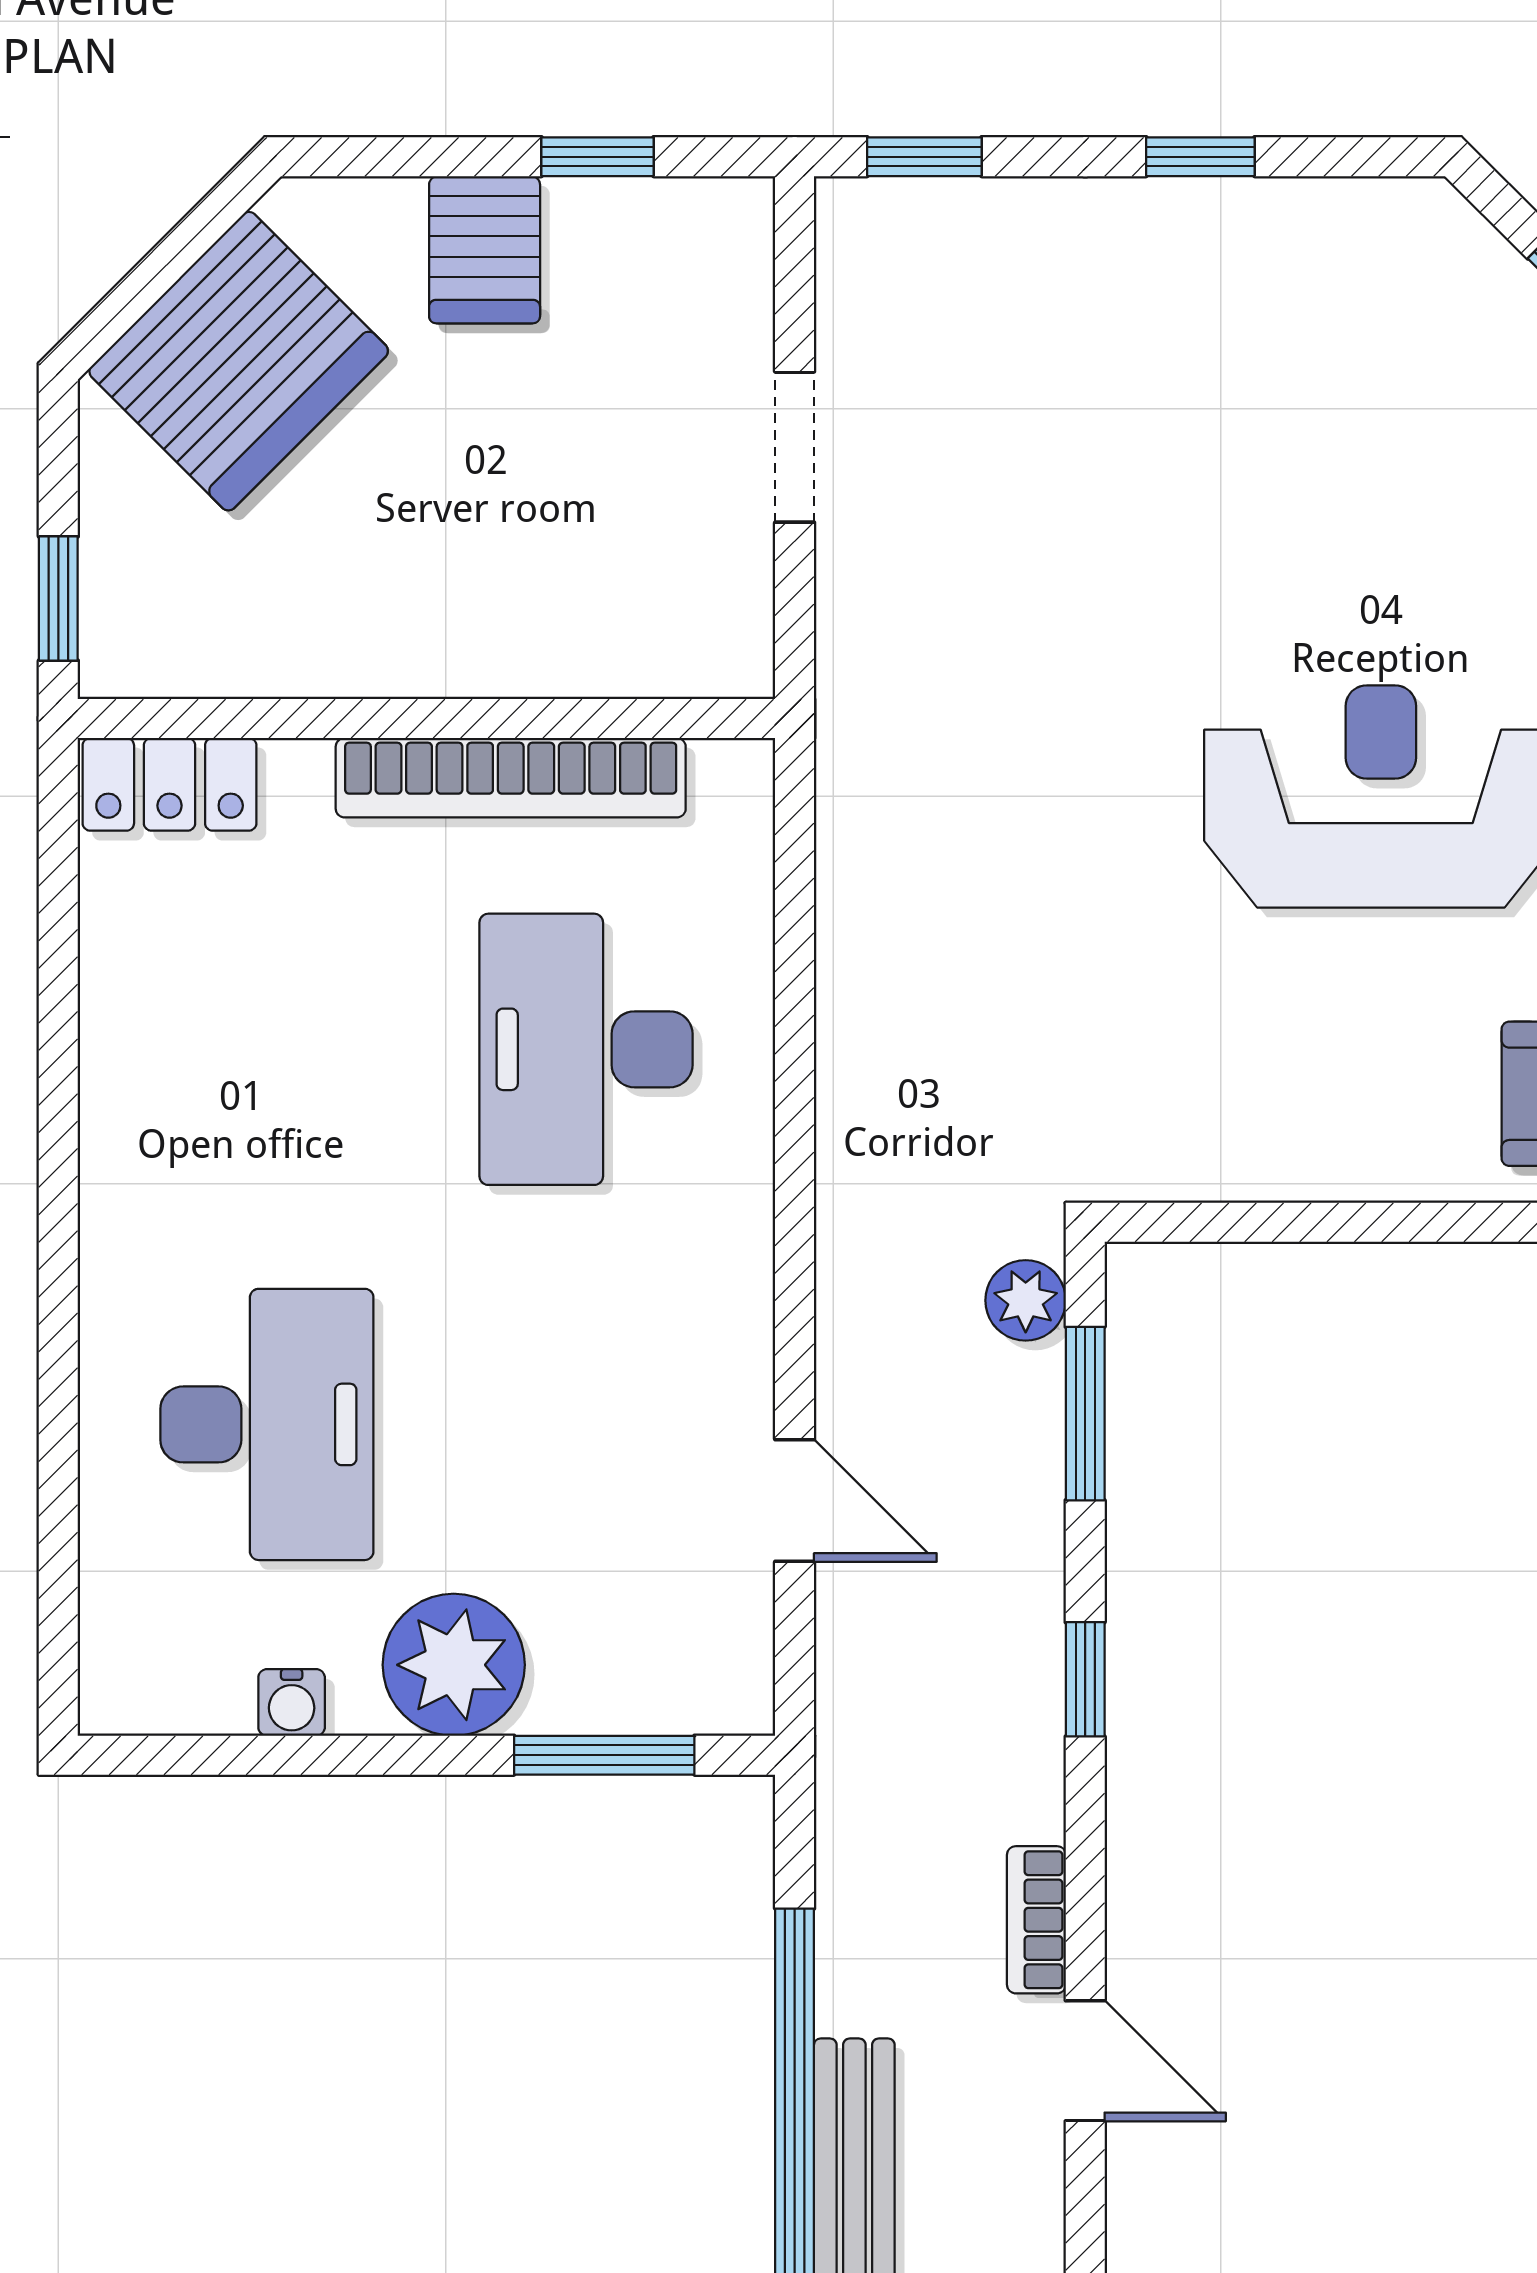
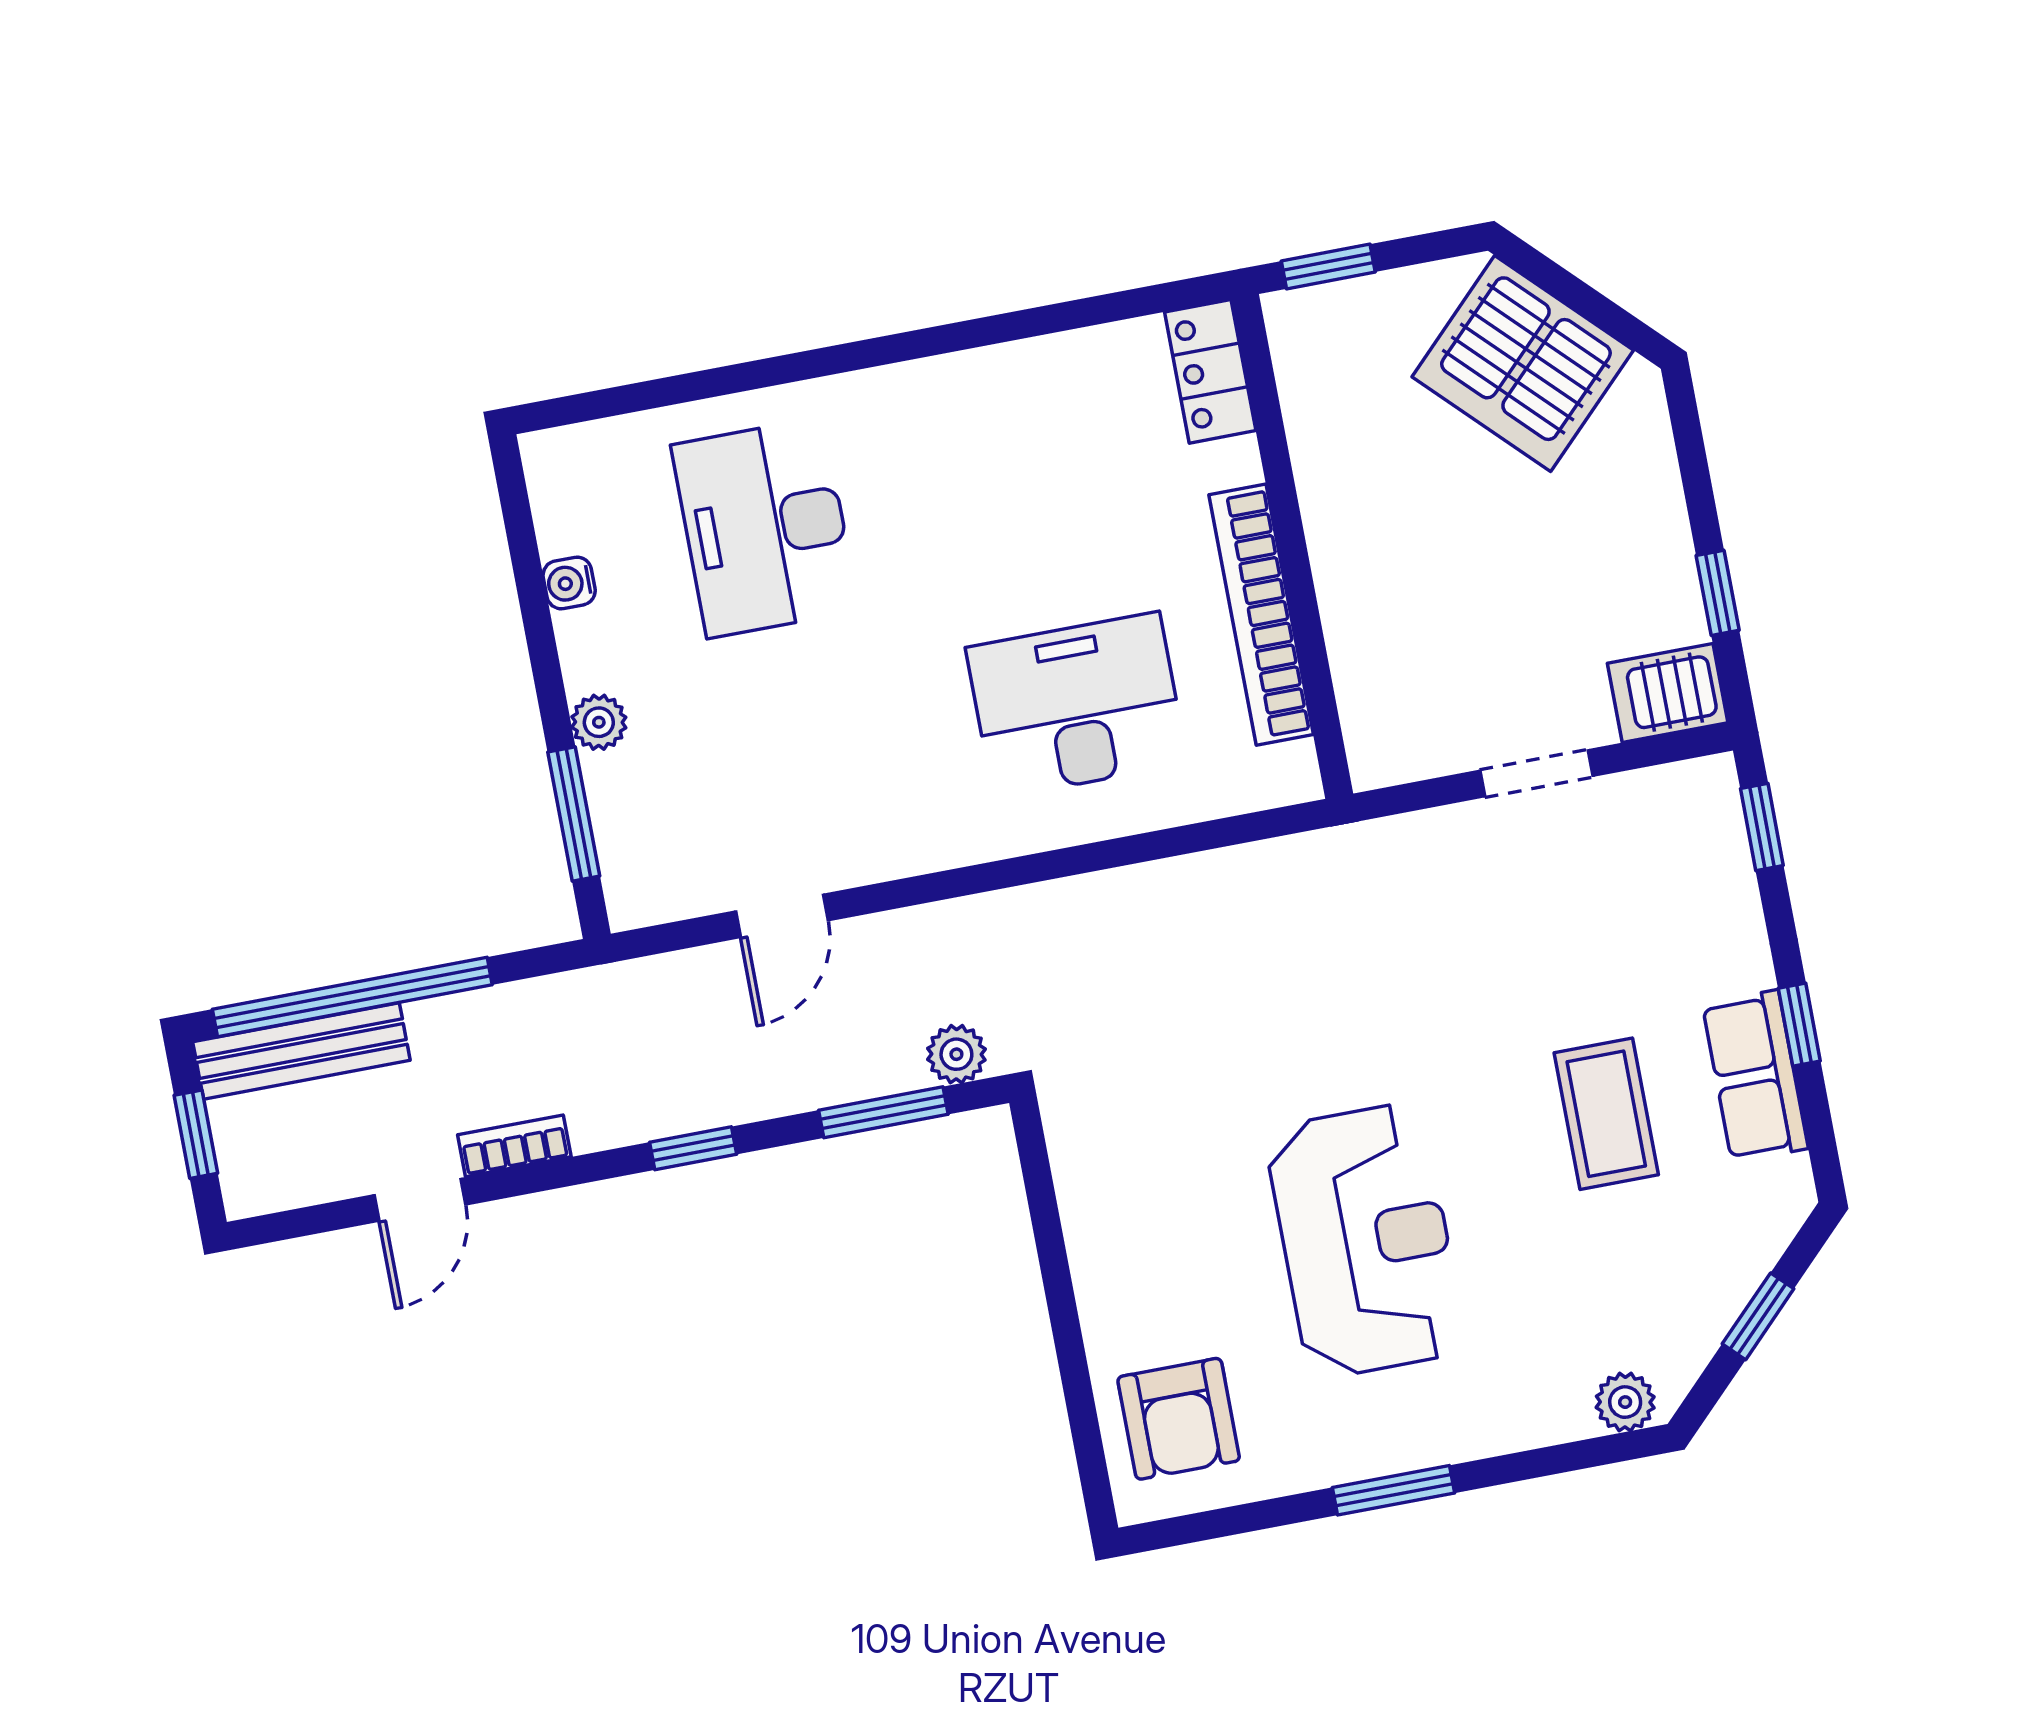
row of seats: (1259, 229) -> (1755, 1076), added
server rack: (485, 250) -> (1668, 693), moved
coffee table: (1271, 440) -> (1606, 1114), added
desk: (267, 1424) -> (765, 528), turned 90
plant: (454, 1665) -> (599, 722), width x0.53, depth x0.53

